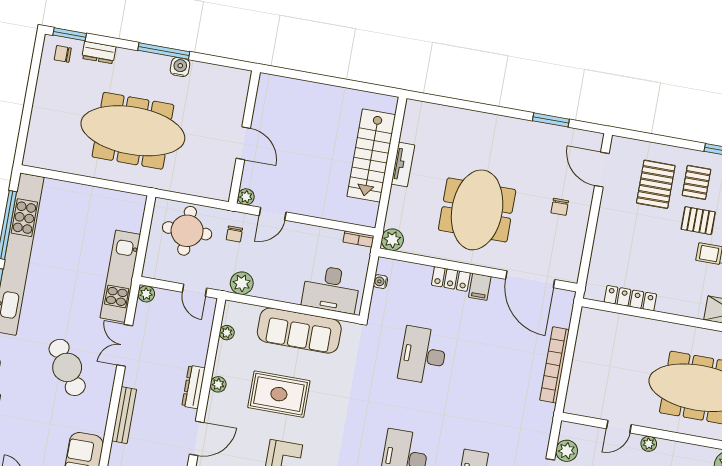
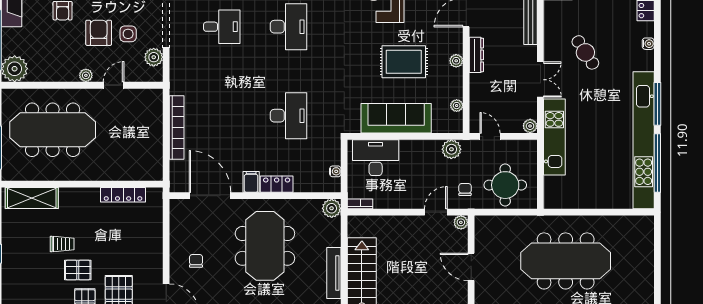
tv unit: (403, 164) -> (334, 273), width x1.41
cafe table: (67, 367) -> (585, 52), width x0.73, depth x0.74

